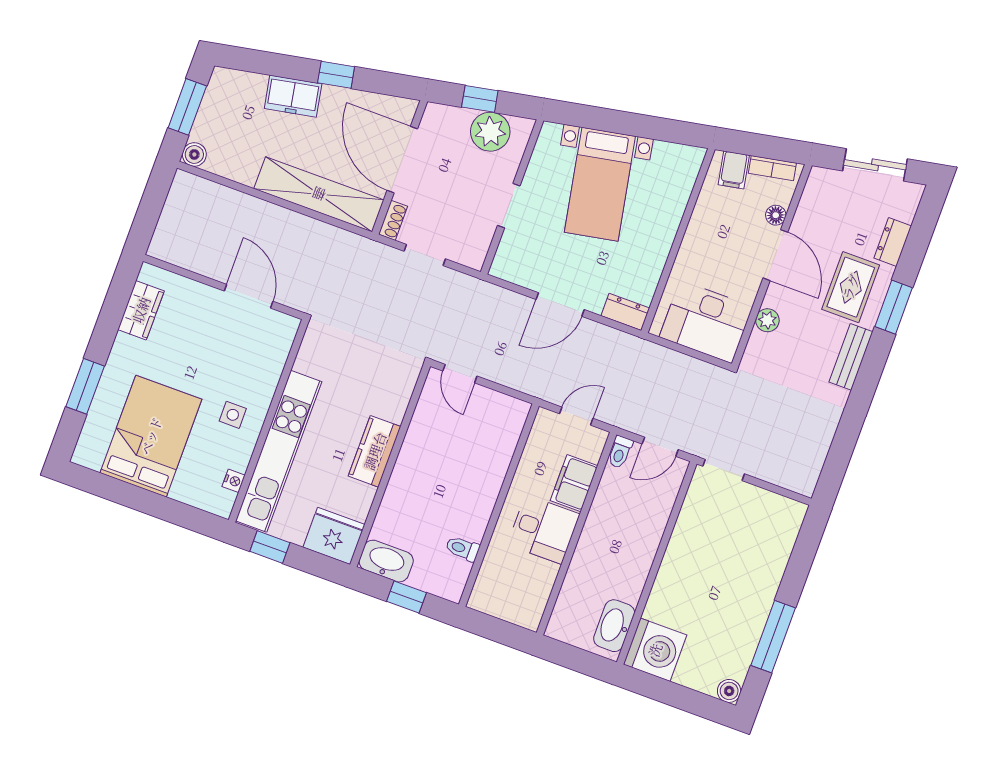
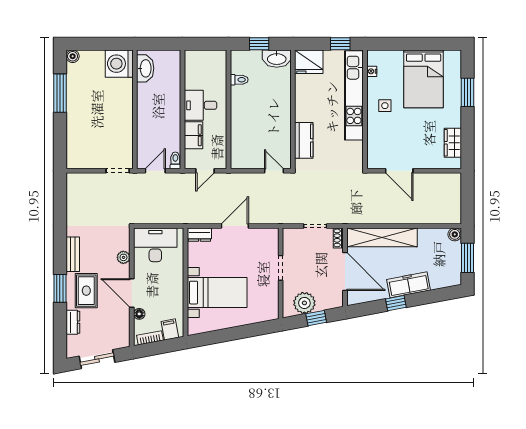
freezer: (293, 96) -> (409, 285), width x1.40
bed with nightstands: (600, 184) -> (217, 293), moved, turned 101
kitchen counter: (375, 451) -> (304, 140), moved

